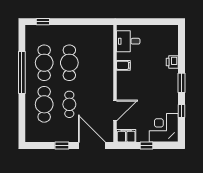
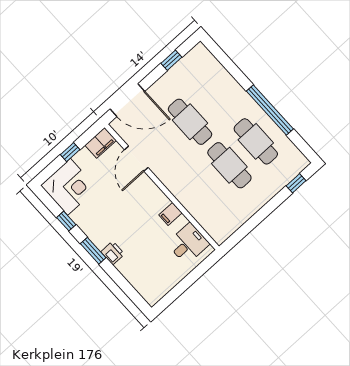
printer: (172, 62) -> (113, 253), moved
cafe table: (44, 104) -> (216, 98), removed
cafe table: (69, 104) -> (190, 122), width x1.37, depth x1.35
window: (62, 145) -> (171, 60), moved

